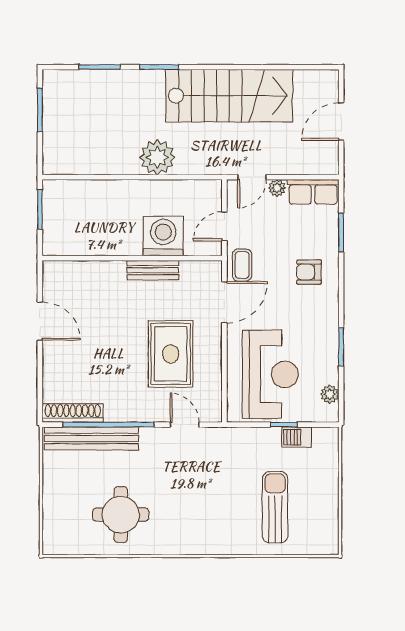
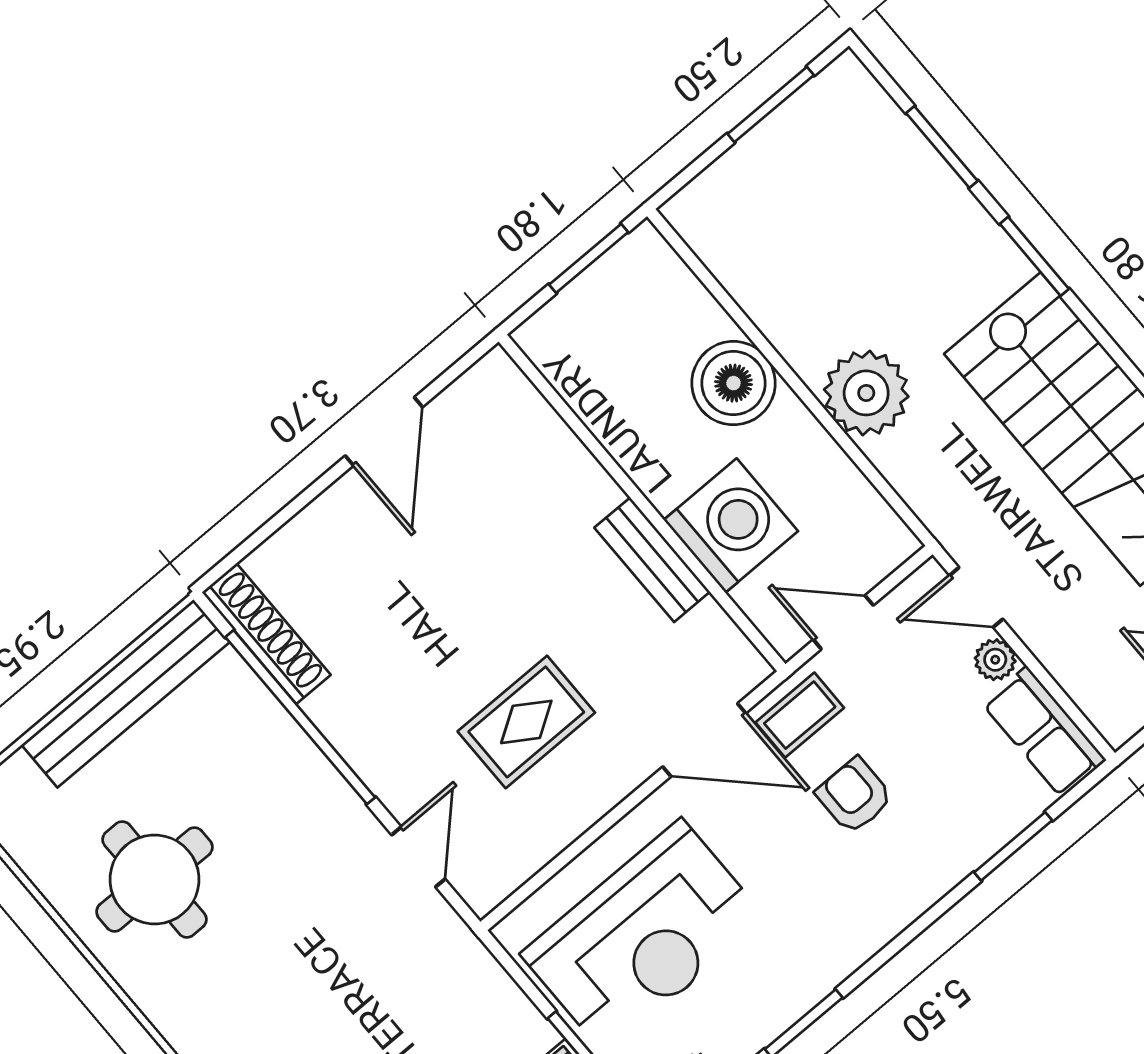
boiler: (119, 197) -> (733, 383), added
armchair: (309, 272) -> (854, 796), moved
rug: (171, 354) -> (526, 722), width x0.73, depth x0.70
bench: (91, 438) -> (126, 693), moved, turned 90

